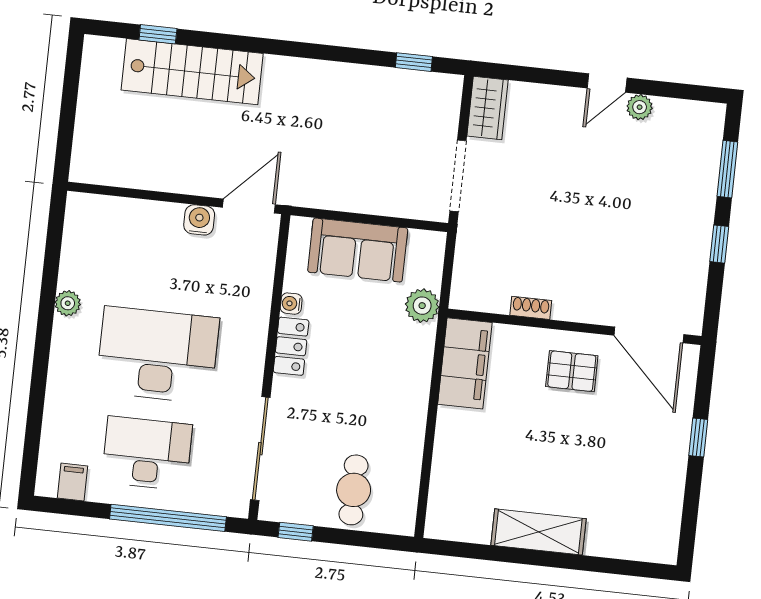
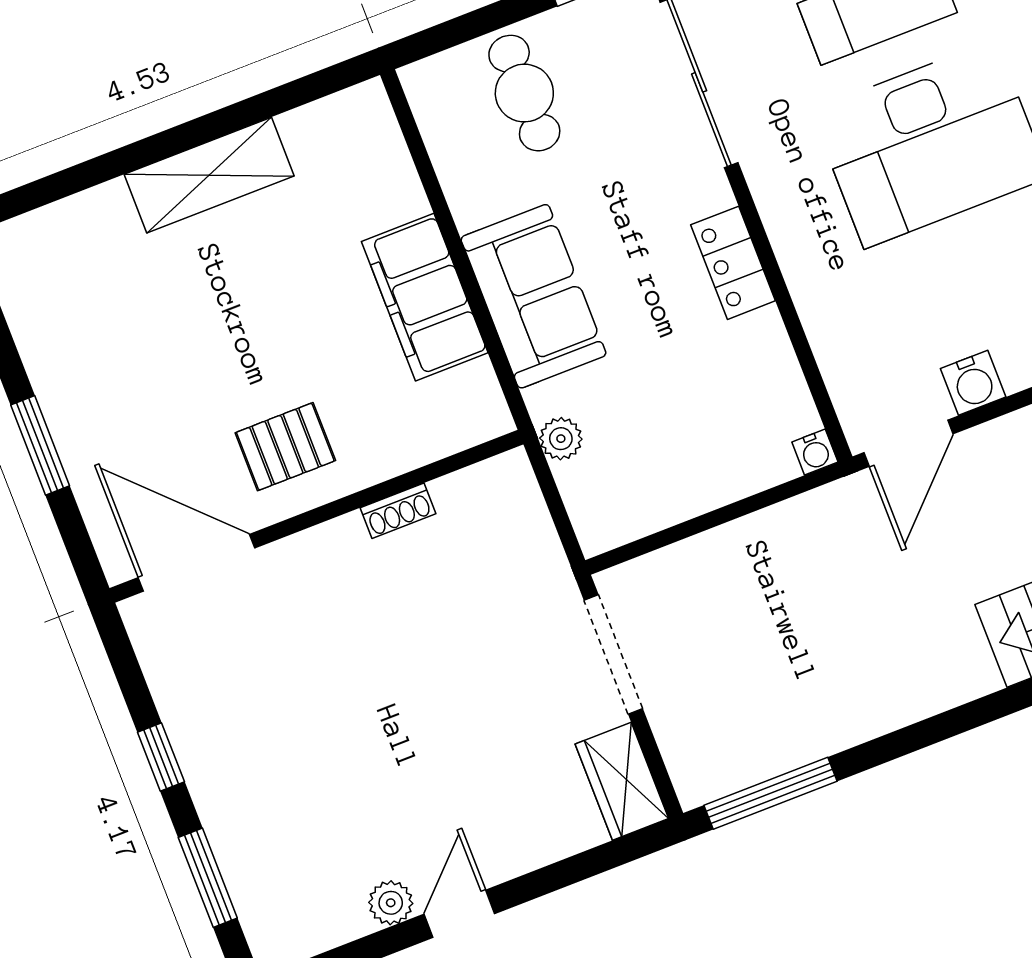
window: (414, 62) -> (771, 793), width x2.17
sofa: (358, 250) -> (533, 296), moved, turned 90
water cooler: (291, 304) -> (815, 452), moved, turned 90
plant: (422, 306) -> (561, 439), width x0.73, depth x0.73
filing cabinet: (465, 363) -> (425, 297), moved
window: (698, 438) -> (40, 445), width x1.50

